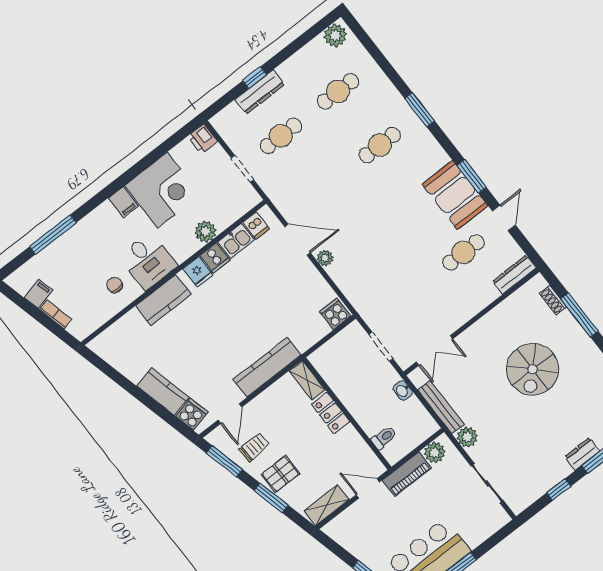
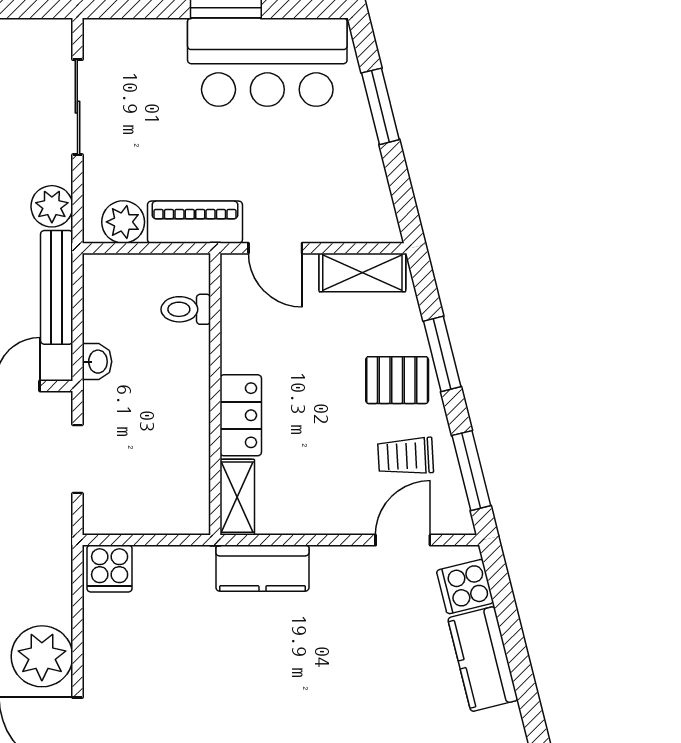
plant: (325, 258) -> (42, 656), width x1.87, depth x1.87
kitchen counter: (267, 367) -> (262, 568), width x0.67

